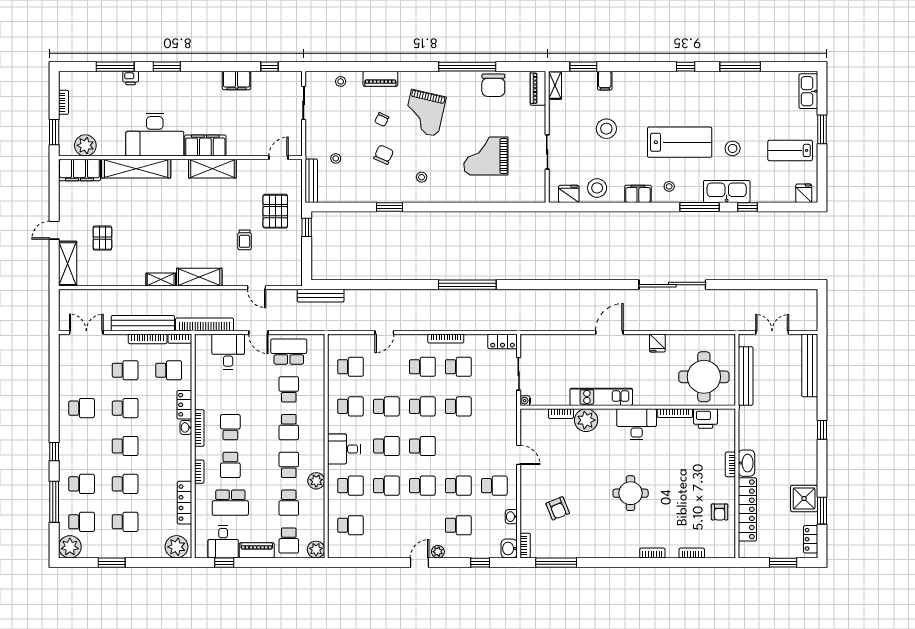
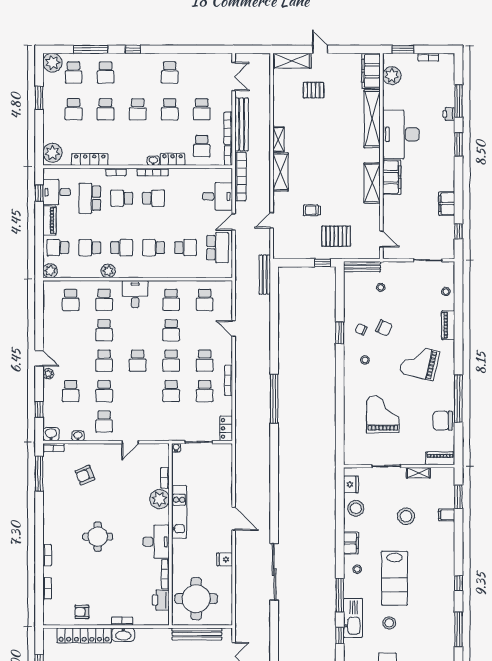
shelving: (555, 85) -> (418, 473), moved
chair: (382, 119) -> (361, 329), moved
school desk: (386, 446) -> (138, 330), removed

